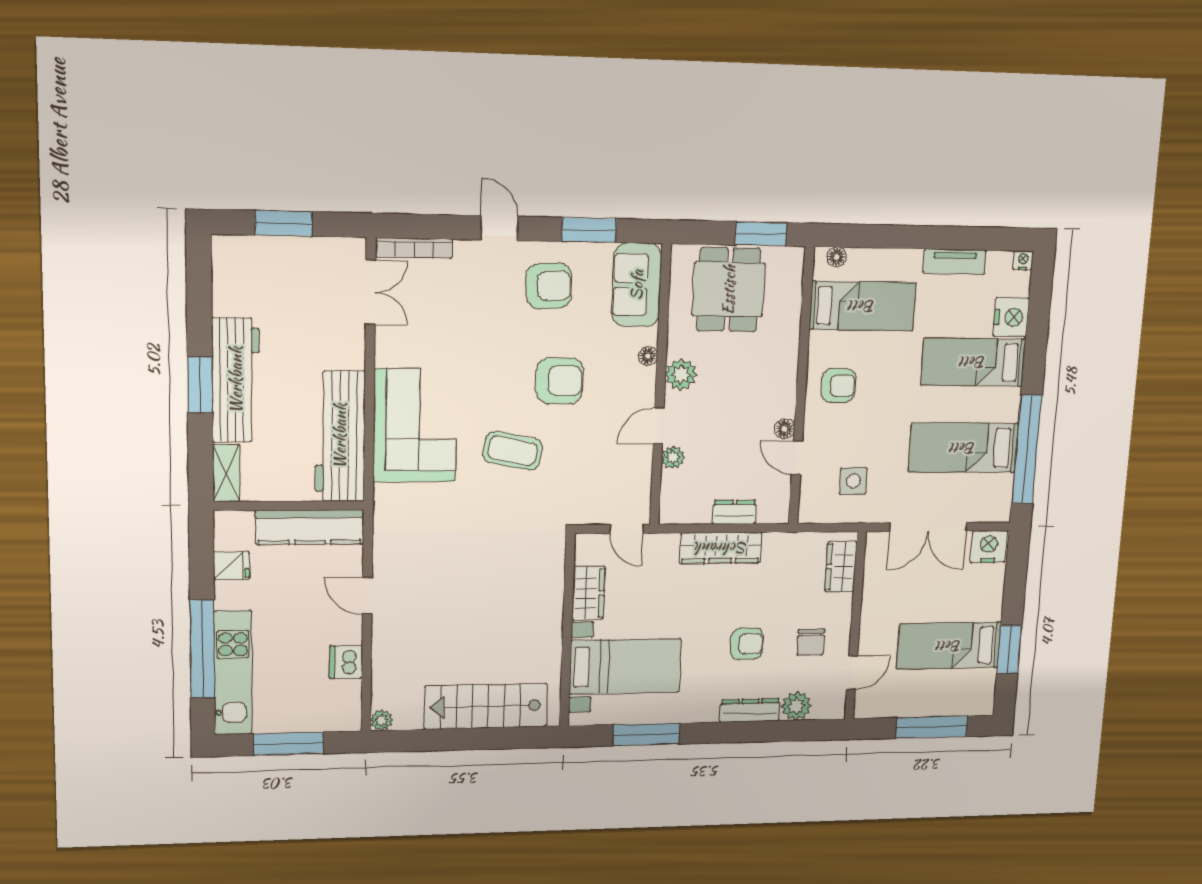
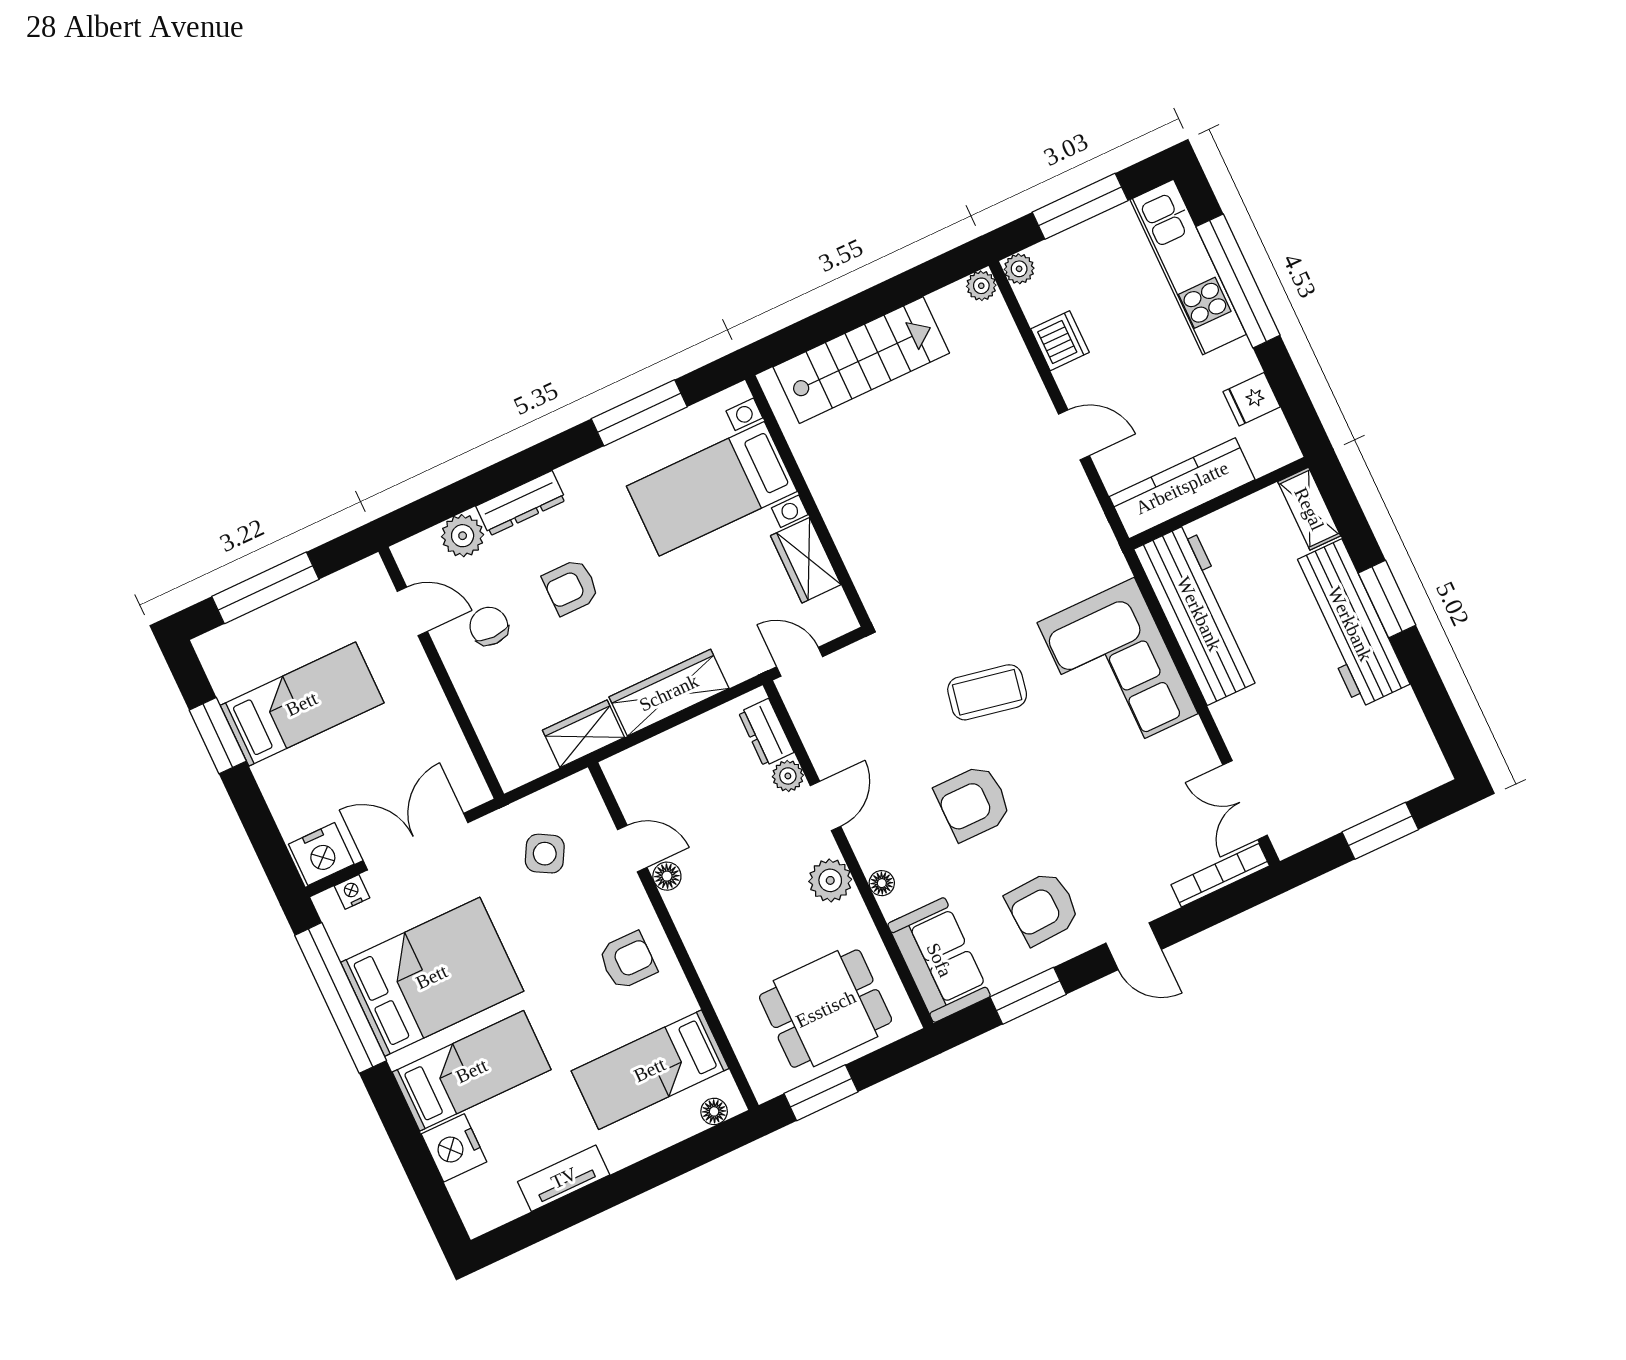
nightstand: (1023, 260) -> (352, 892), moved, turned 180
dining table: (729, 290) -> (826, 1009), turned 90
armchair: (839, 386) -> (628, 961), turned 180
bed: (963, 448) -> (432, 977), width x1.50
side table: (853, 481) -> (545, 854), turned 30
dresser: (734, 512) -> (766, 732), moved, turned 90
wardrobe: (841, 567) -> (583, 734), moved, turned -90
door: (852, 673) -> (412, 611), swing flipped
plant: (350, 720) -> (1019, 269), added

